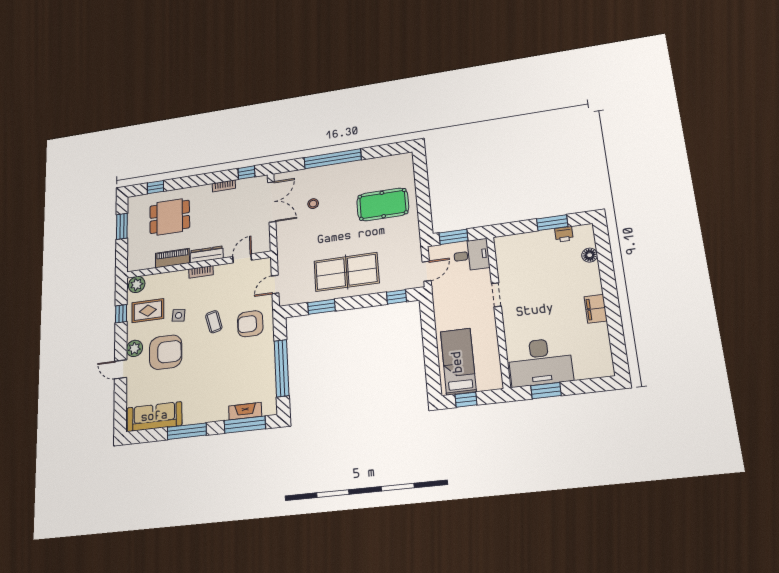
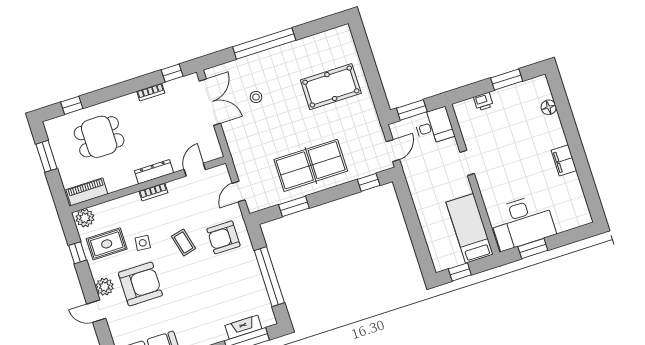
printer: (564, 234) -> (483, 102), moved
piano: (172, 258) -> (87, 192), moved
bed: (458, 362) -> (470, 228), moved

